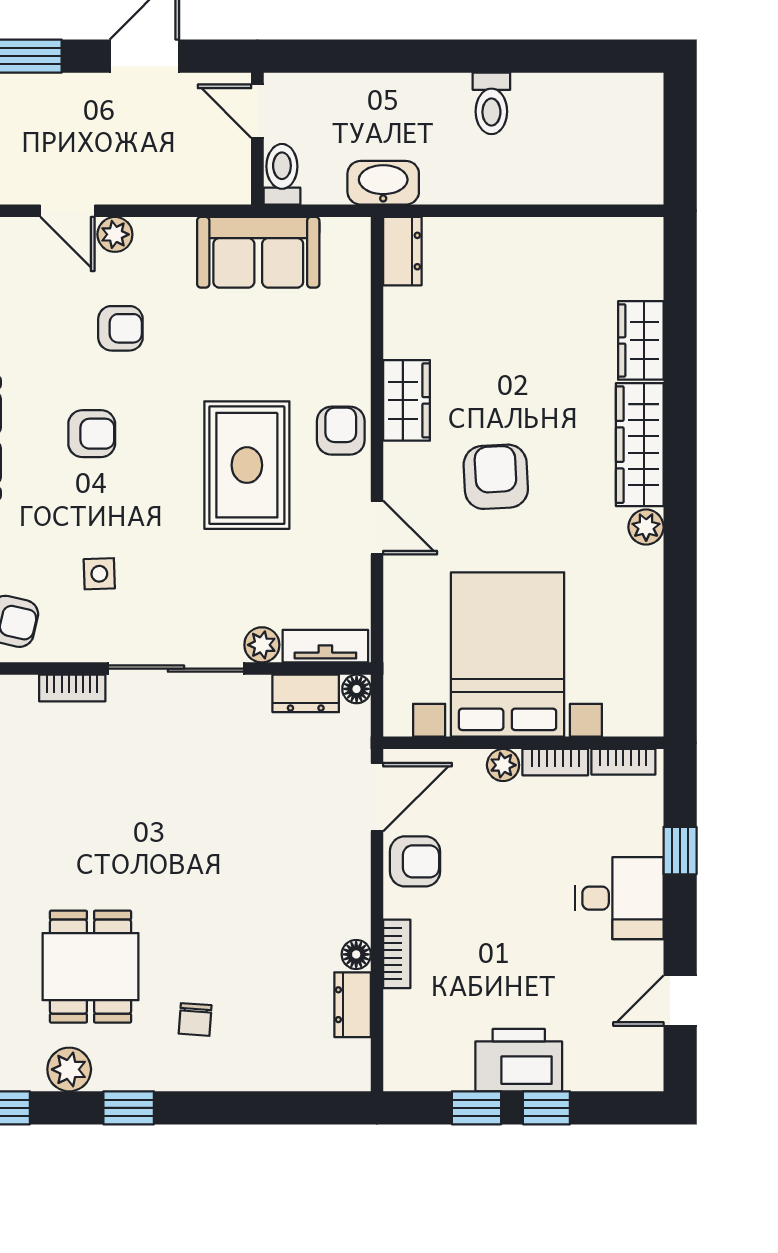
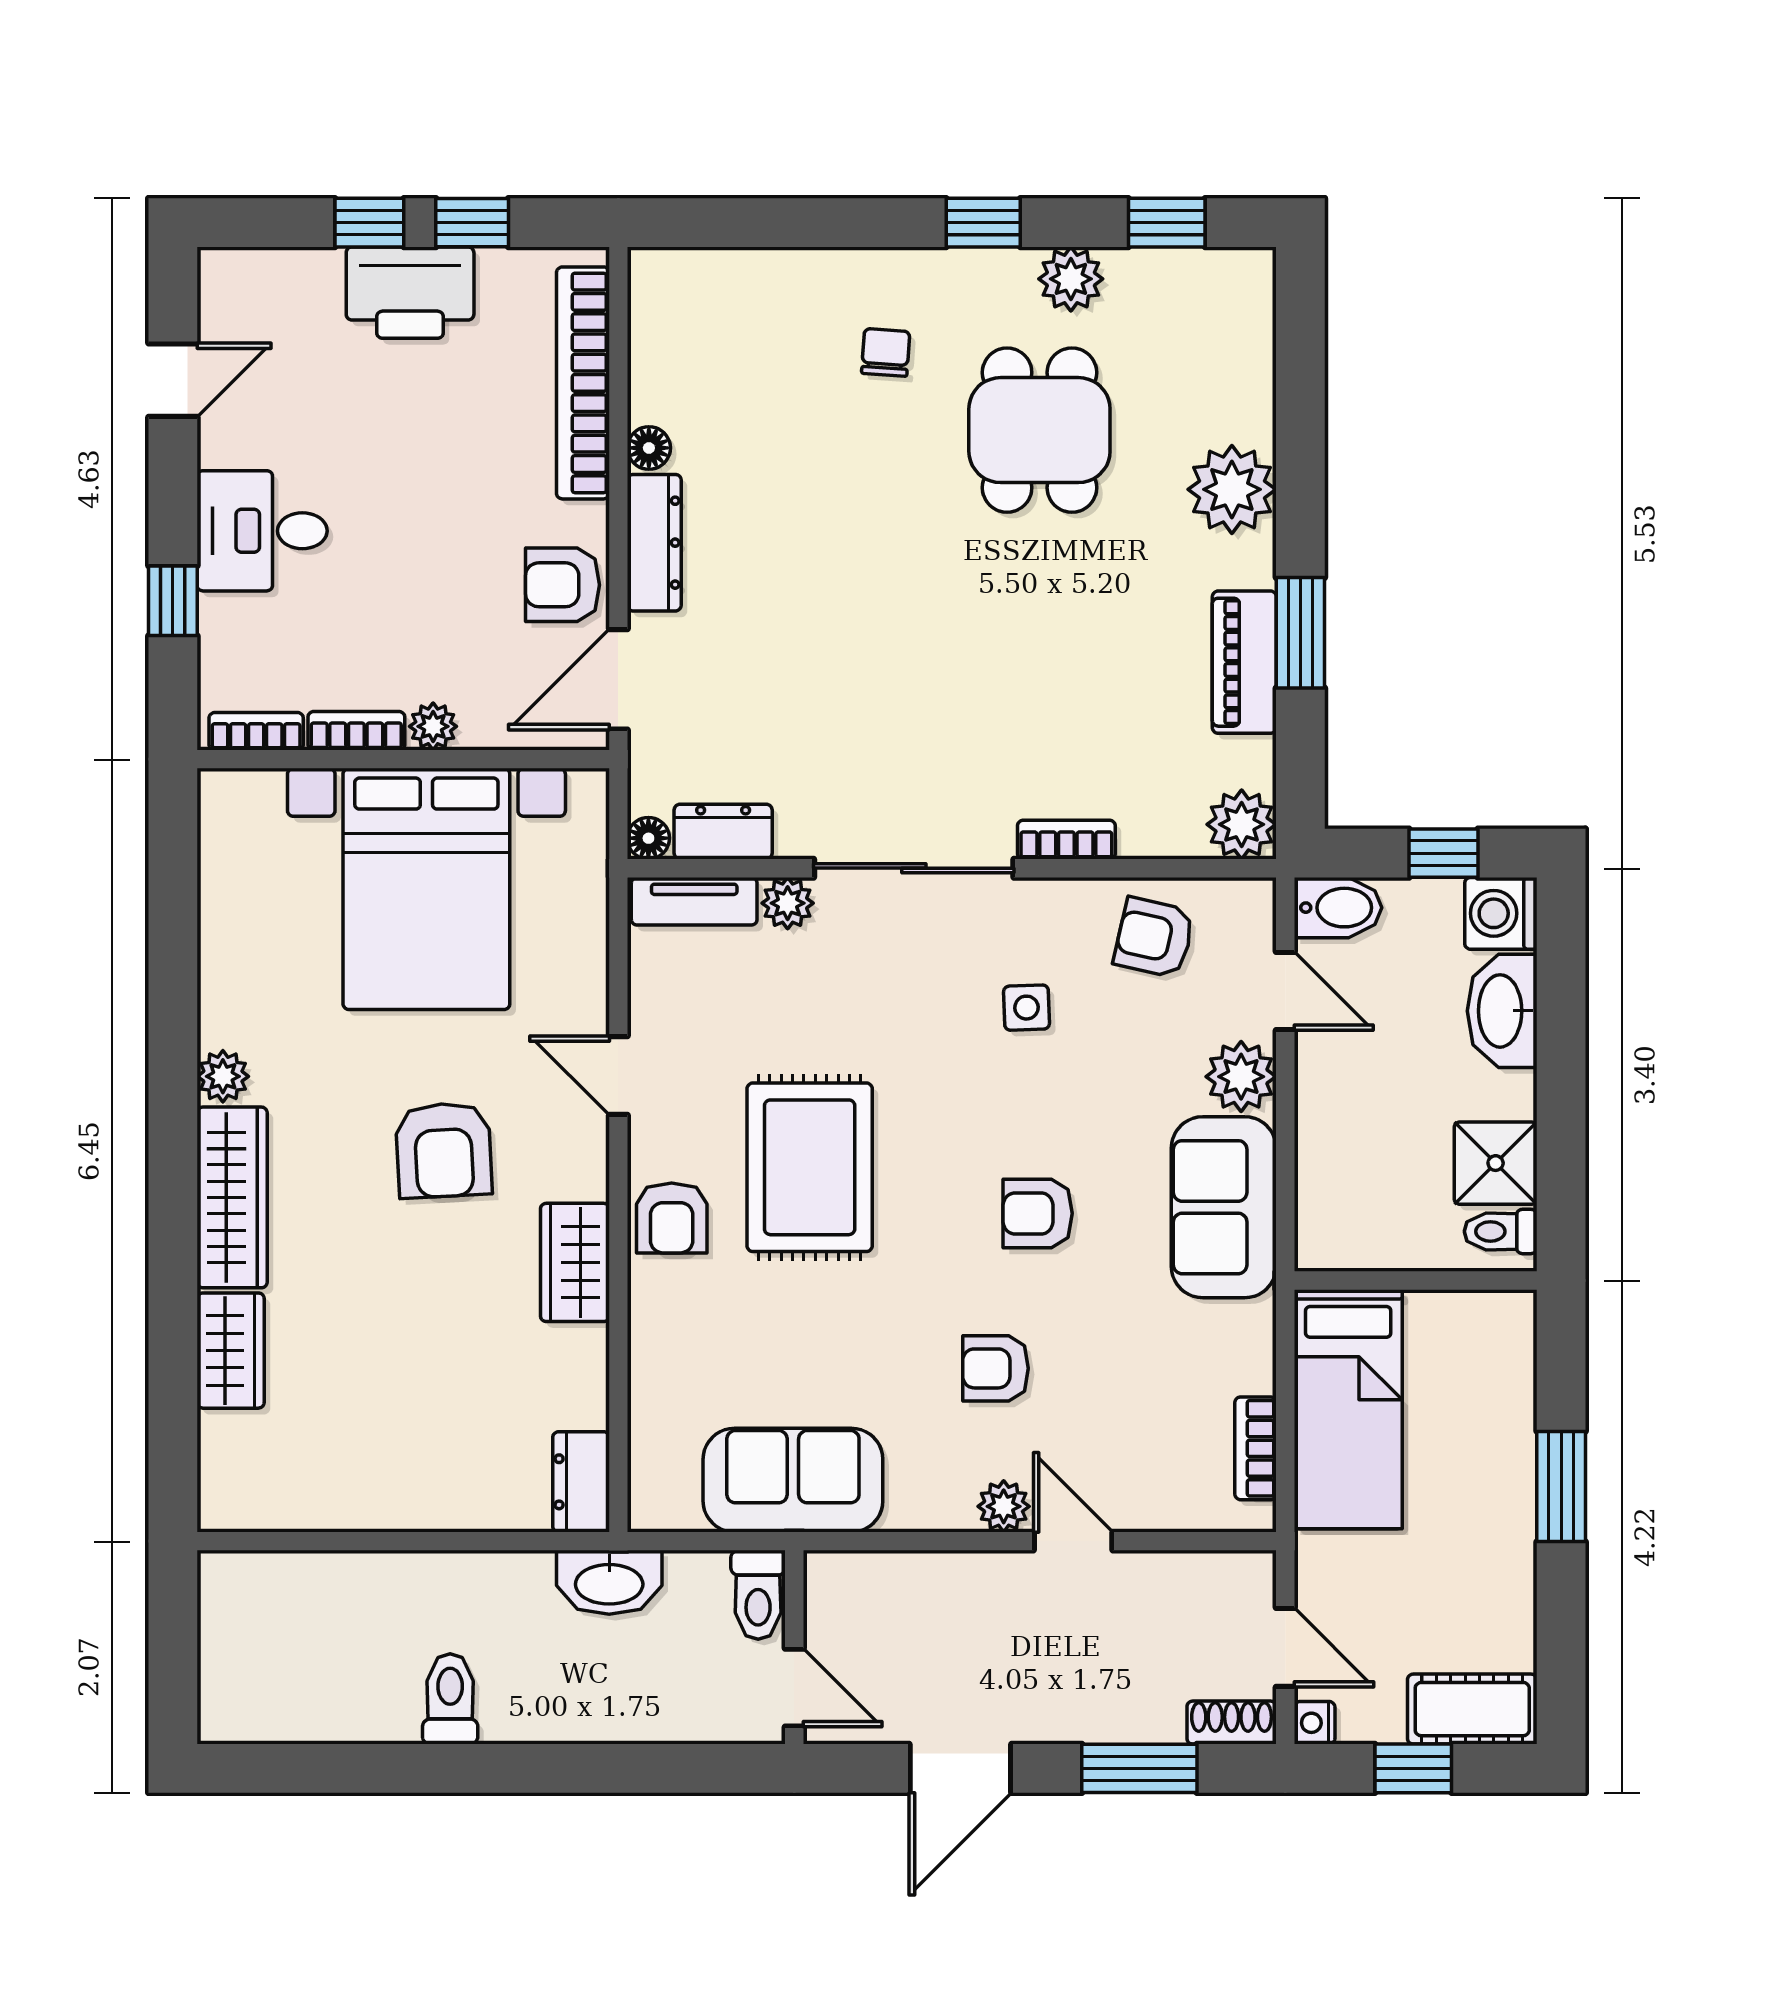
bookcase: (397, 954) -> (583, 383), width x2.31, depth x1.31
dresser: (353, 1005) -> (654, 543), moved, width x1.44

